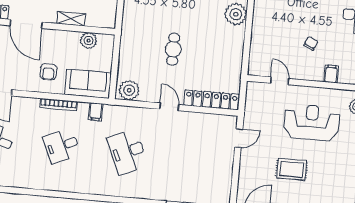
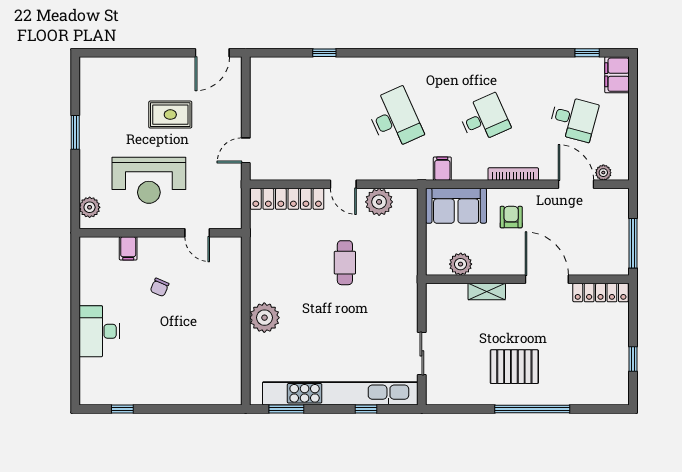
plant: (129, 90) -> (379, 202), moved
bookcase: (58, 105) -> (513, 174), moved

